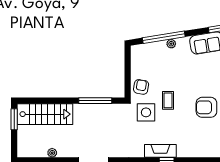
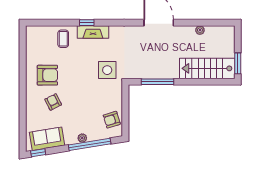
armchair: (201, 80) -> (53, 102), added
armchair: (141, 87) -> (112, 120), moved, turned 63
coffee table: (168, 100) -> (63, 39), moved

